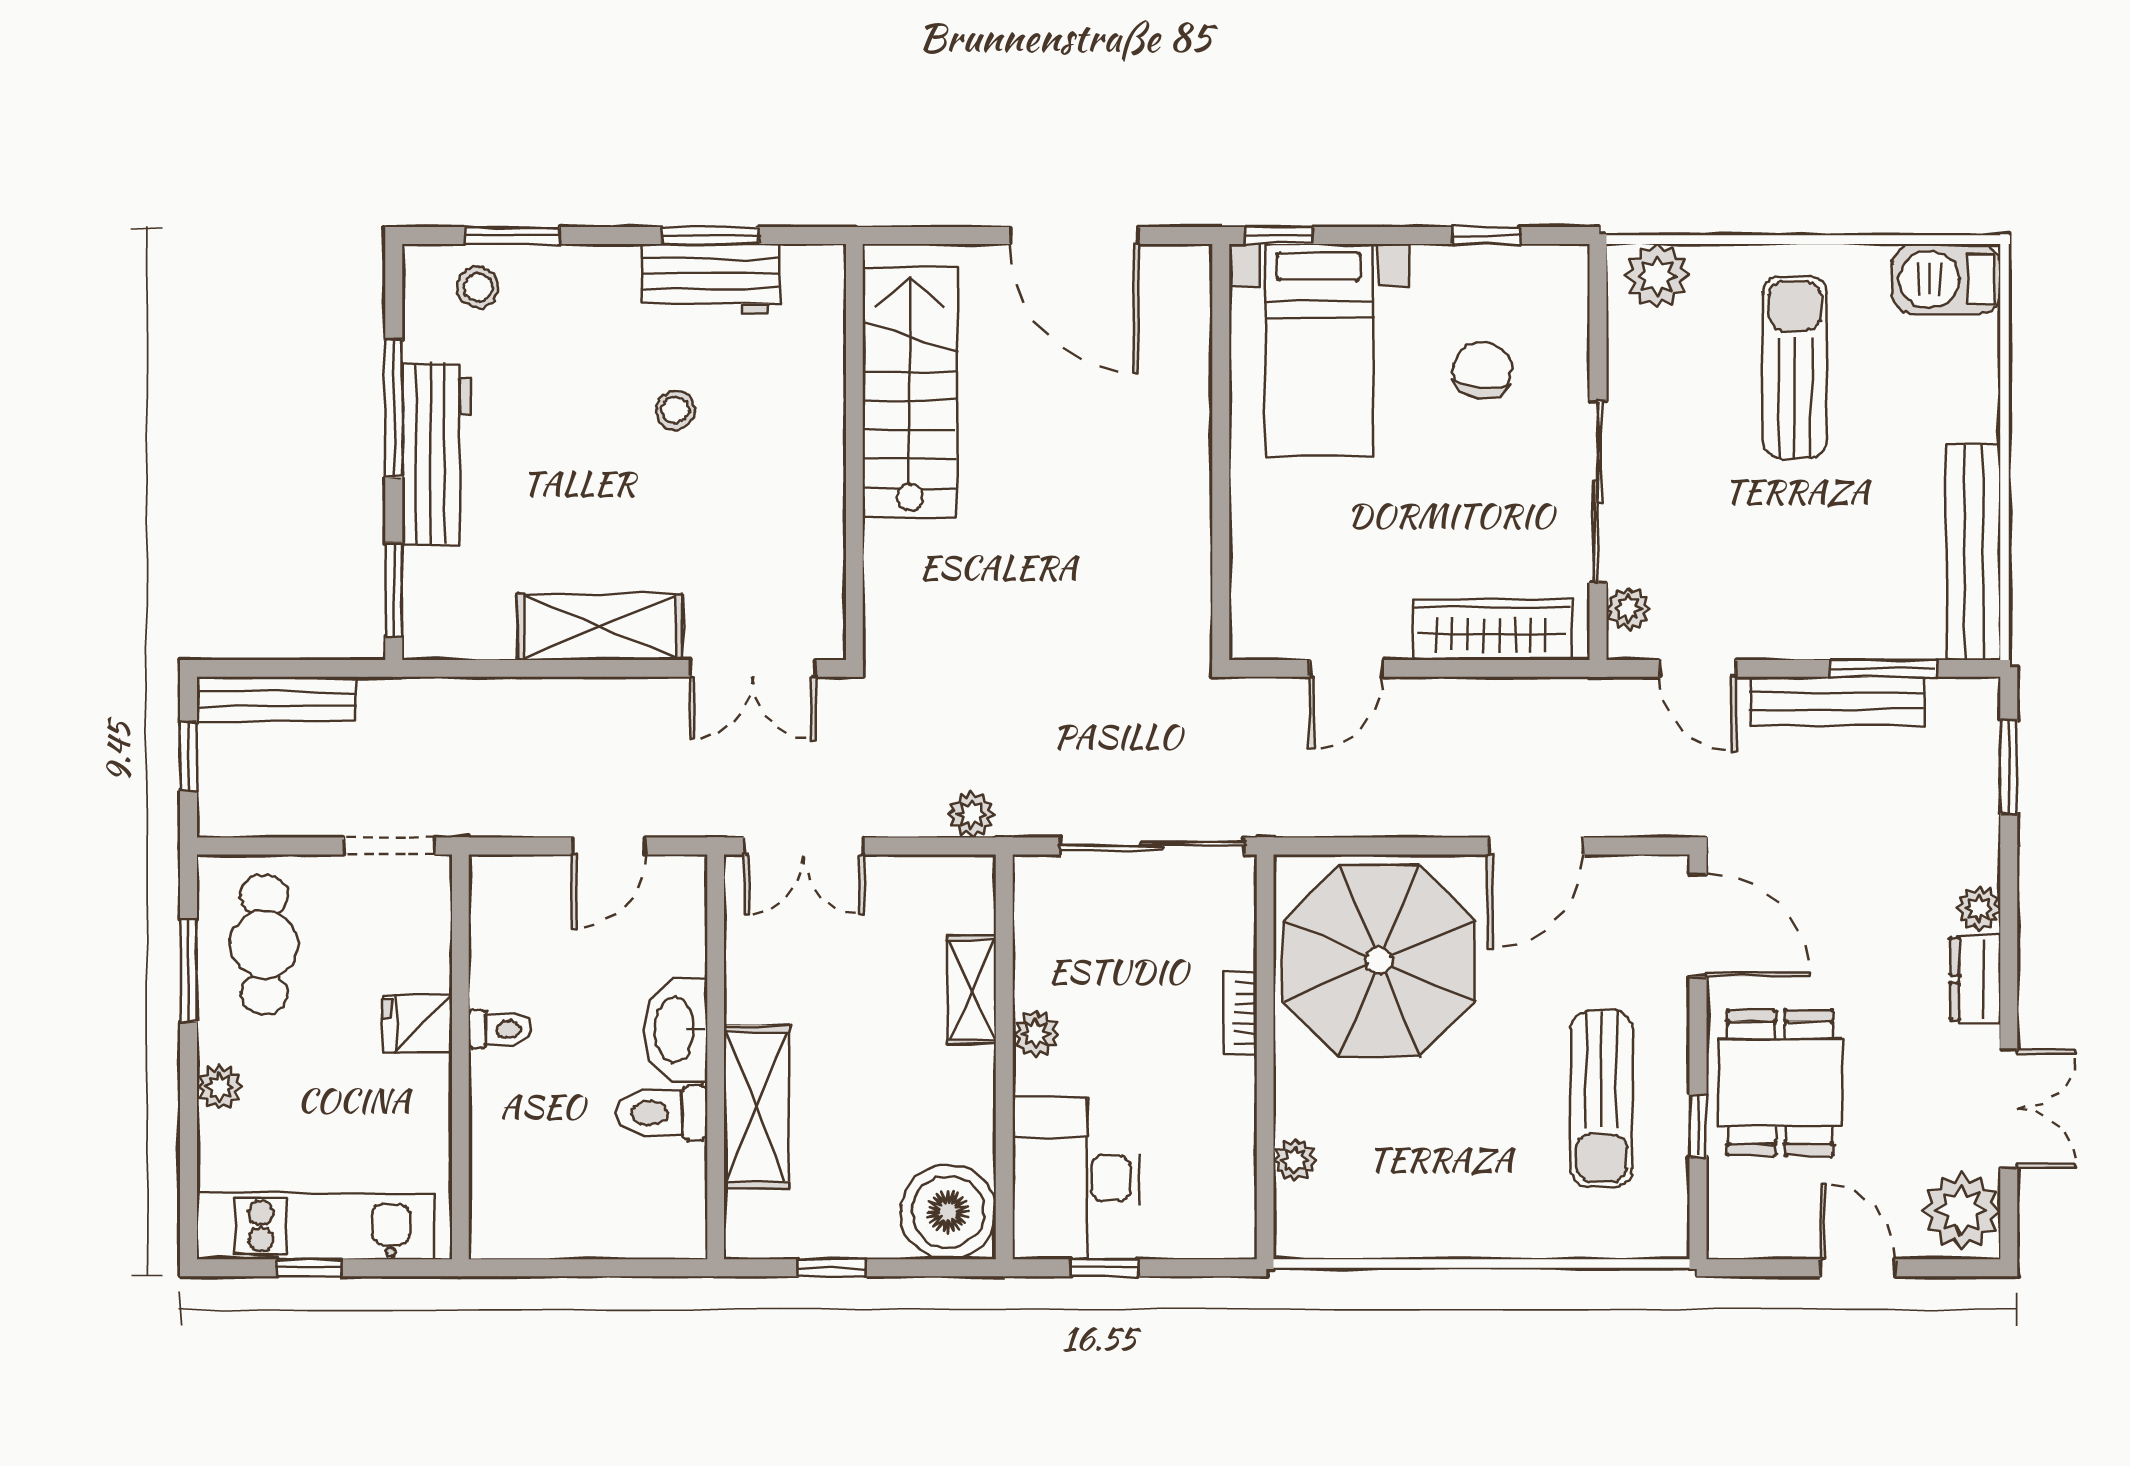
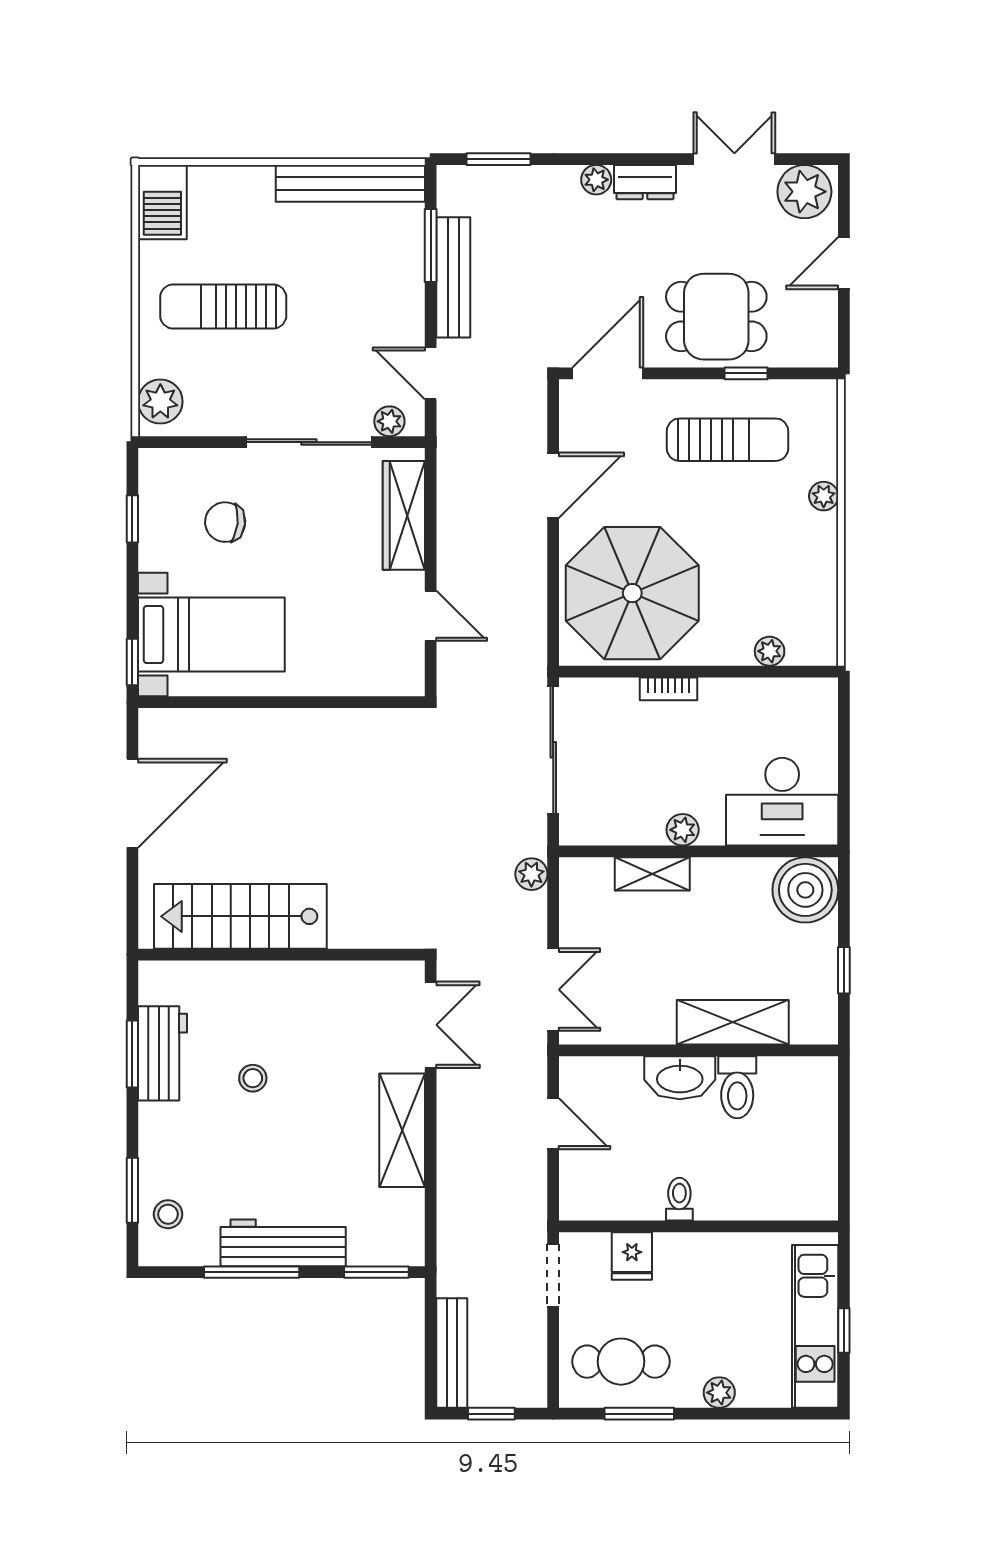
door: (1698, 668) -> (431, 373), swing flipped
door: (1535, 846) -> (553, 485), hinge flipped
fridge: (417, 1024) -> (632, 1256), moved
plant: (1520, 1238) -> (824, 496), added
window: (1105, 1268) -> (844, 782), removed

